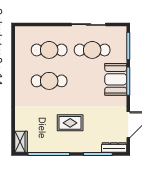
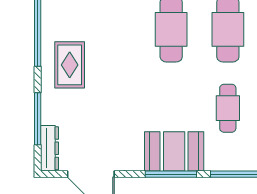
cafe table: (92, 50) -> (228, 108), width x0.73, depth x0.74
rug: (70, 123) -> (70, 65), moved

